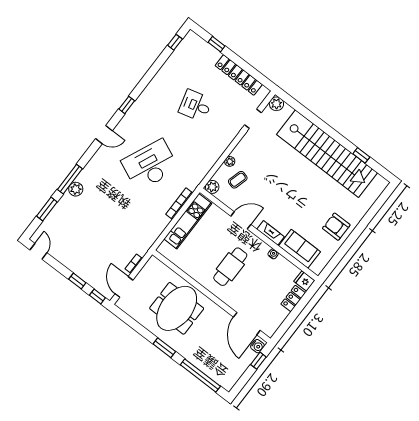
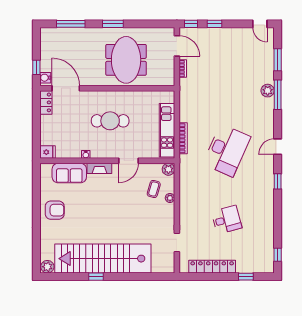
plant: (276, 104) -> (47, 267), moved
window: (361, 155) -> (96, 277), moved
cafe table: (230, 267) -> (110, 121), turned 90
locker: (293, 298) -> (46, 102), moved
window: (200, 375) -> (71, 24), width x0.68

